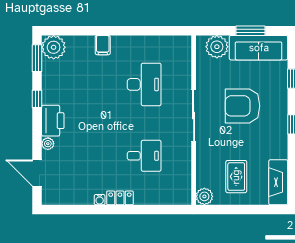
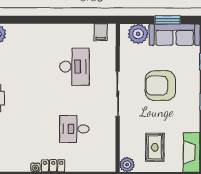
filing cabinet: (103, 45) -> (101, 32), moved
desk: (144, 156) -> (74, 129), turned 180

